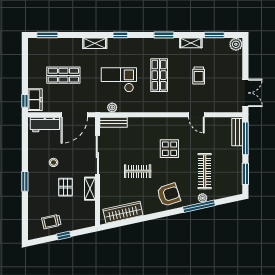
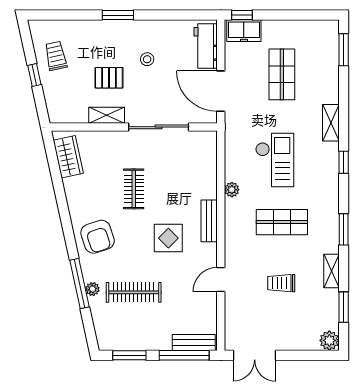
plant: (112, 108) -> (232, 190), moved
bench: (113, 122) -> (209, 221), moved
wardrobe: (123, 212) -> (68, 157), width x0.67

